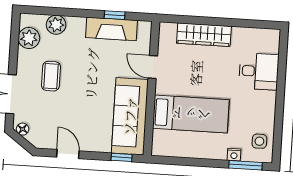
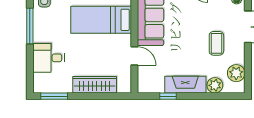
window: (255, 24) -> (54, 96), added
fireplace: (112, 29) -> (185, 85), moved
window: (279, 112) -> (30, 26), added

